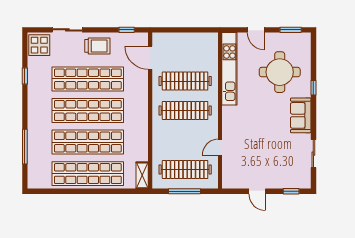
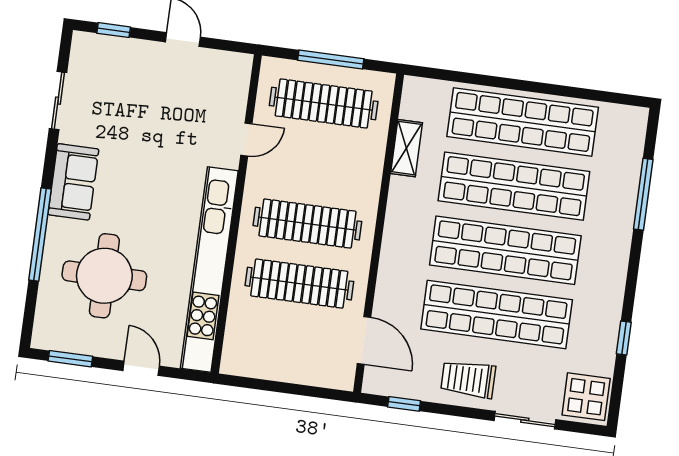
kitchen unit: (229, 69) -> (209, 270), width x1.36
window: (313, 88) -> (40, 234), width x3.17
shelving: (142, 175) -> (406, 148), moved

